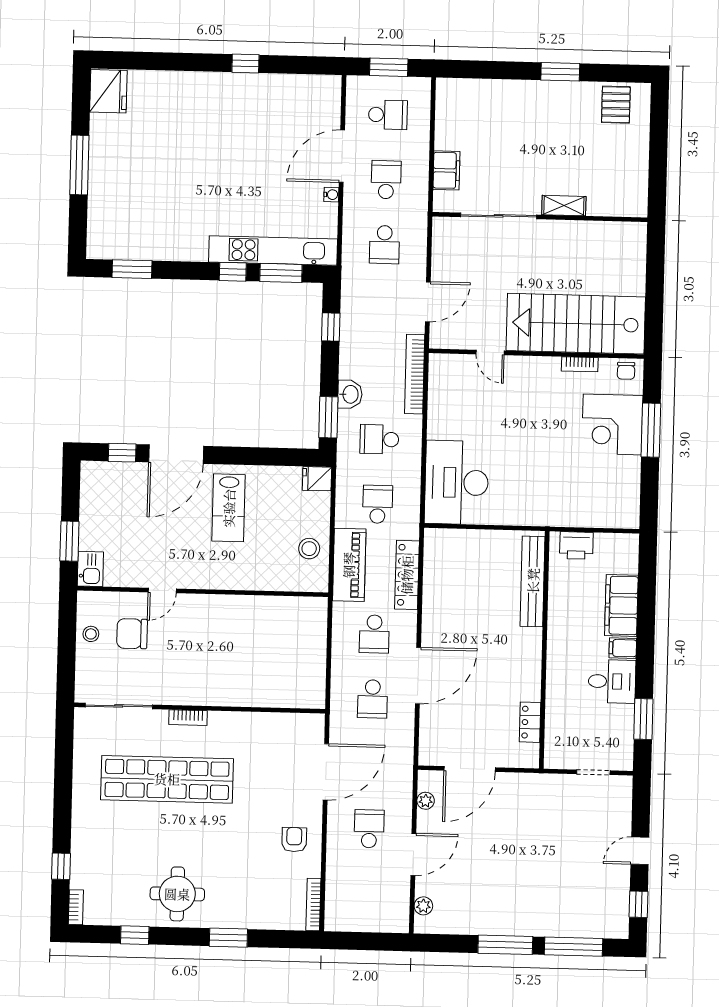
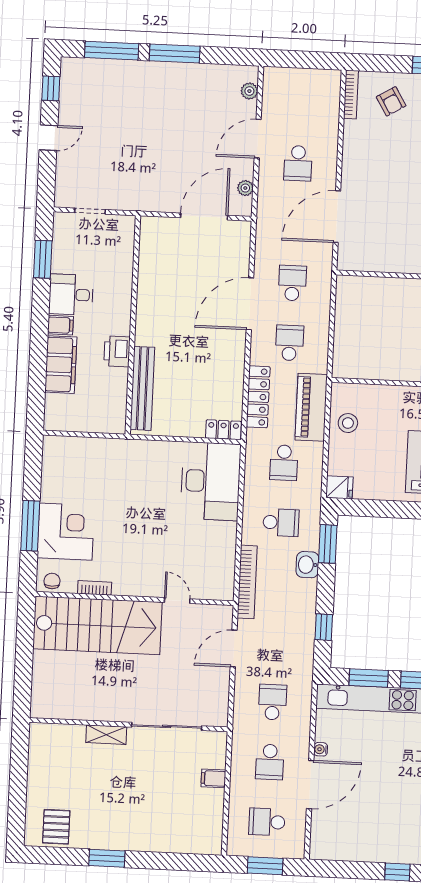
filing cabinet: (446, 170) -> (213, 778), width x0.50
printer: (576, 545) -> (117, 351), moved, turned -90
locker: (530, 722) -> (223, 430), moved, turned -90
armchair: (294, 840) -> (391, 101), moved, turned -31

